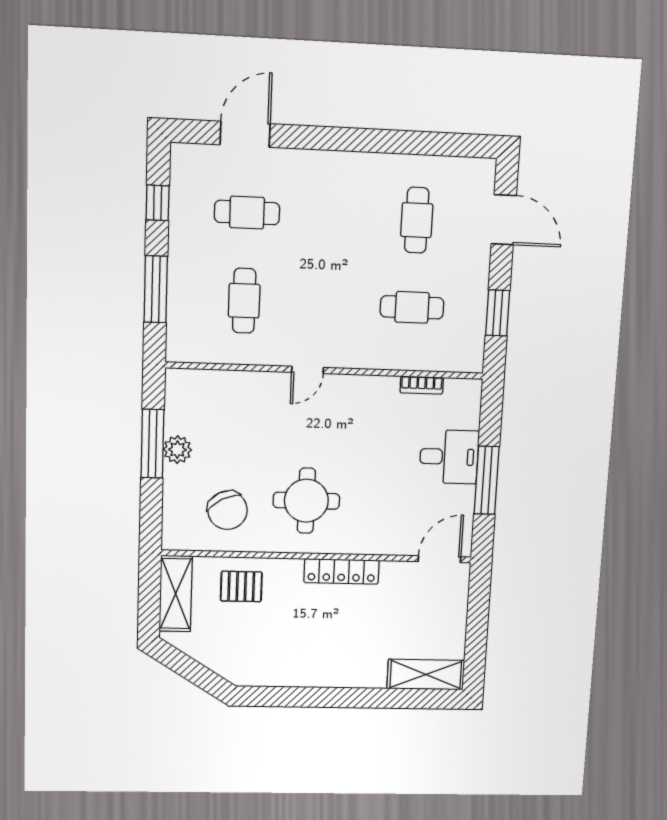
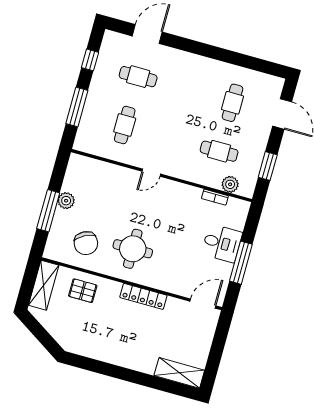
plant: (442, 358) -> (230, 184), added
window: (153, 444) -> (48, 211), moved

